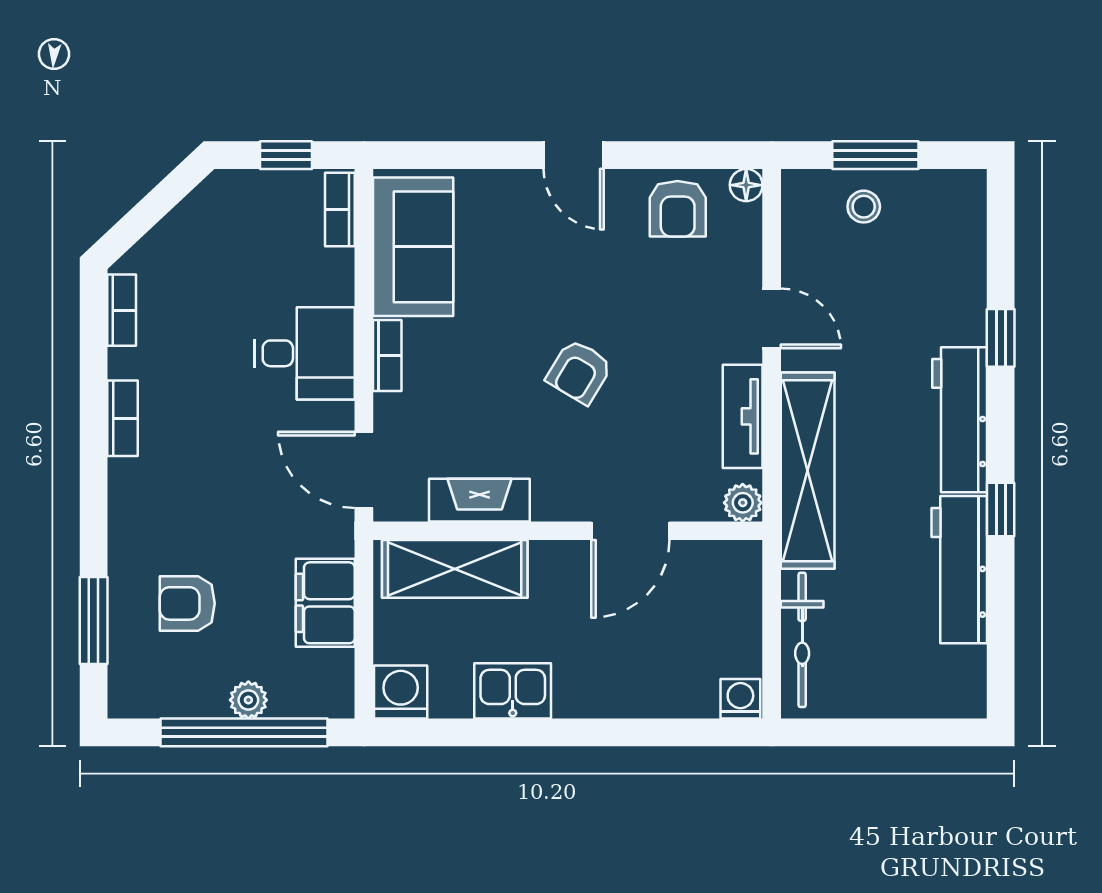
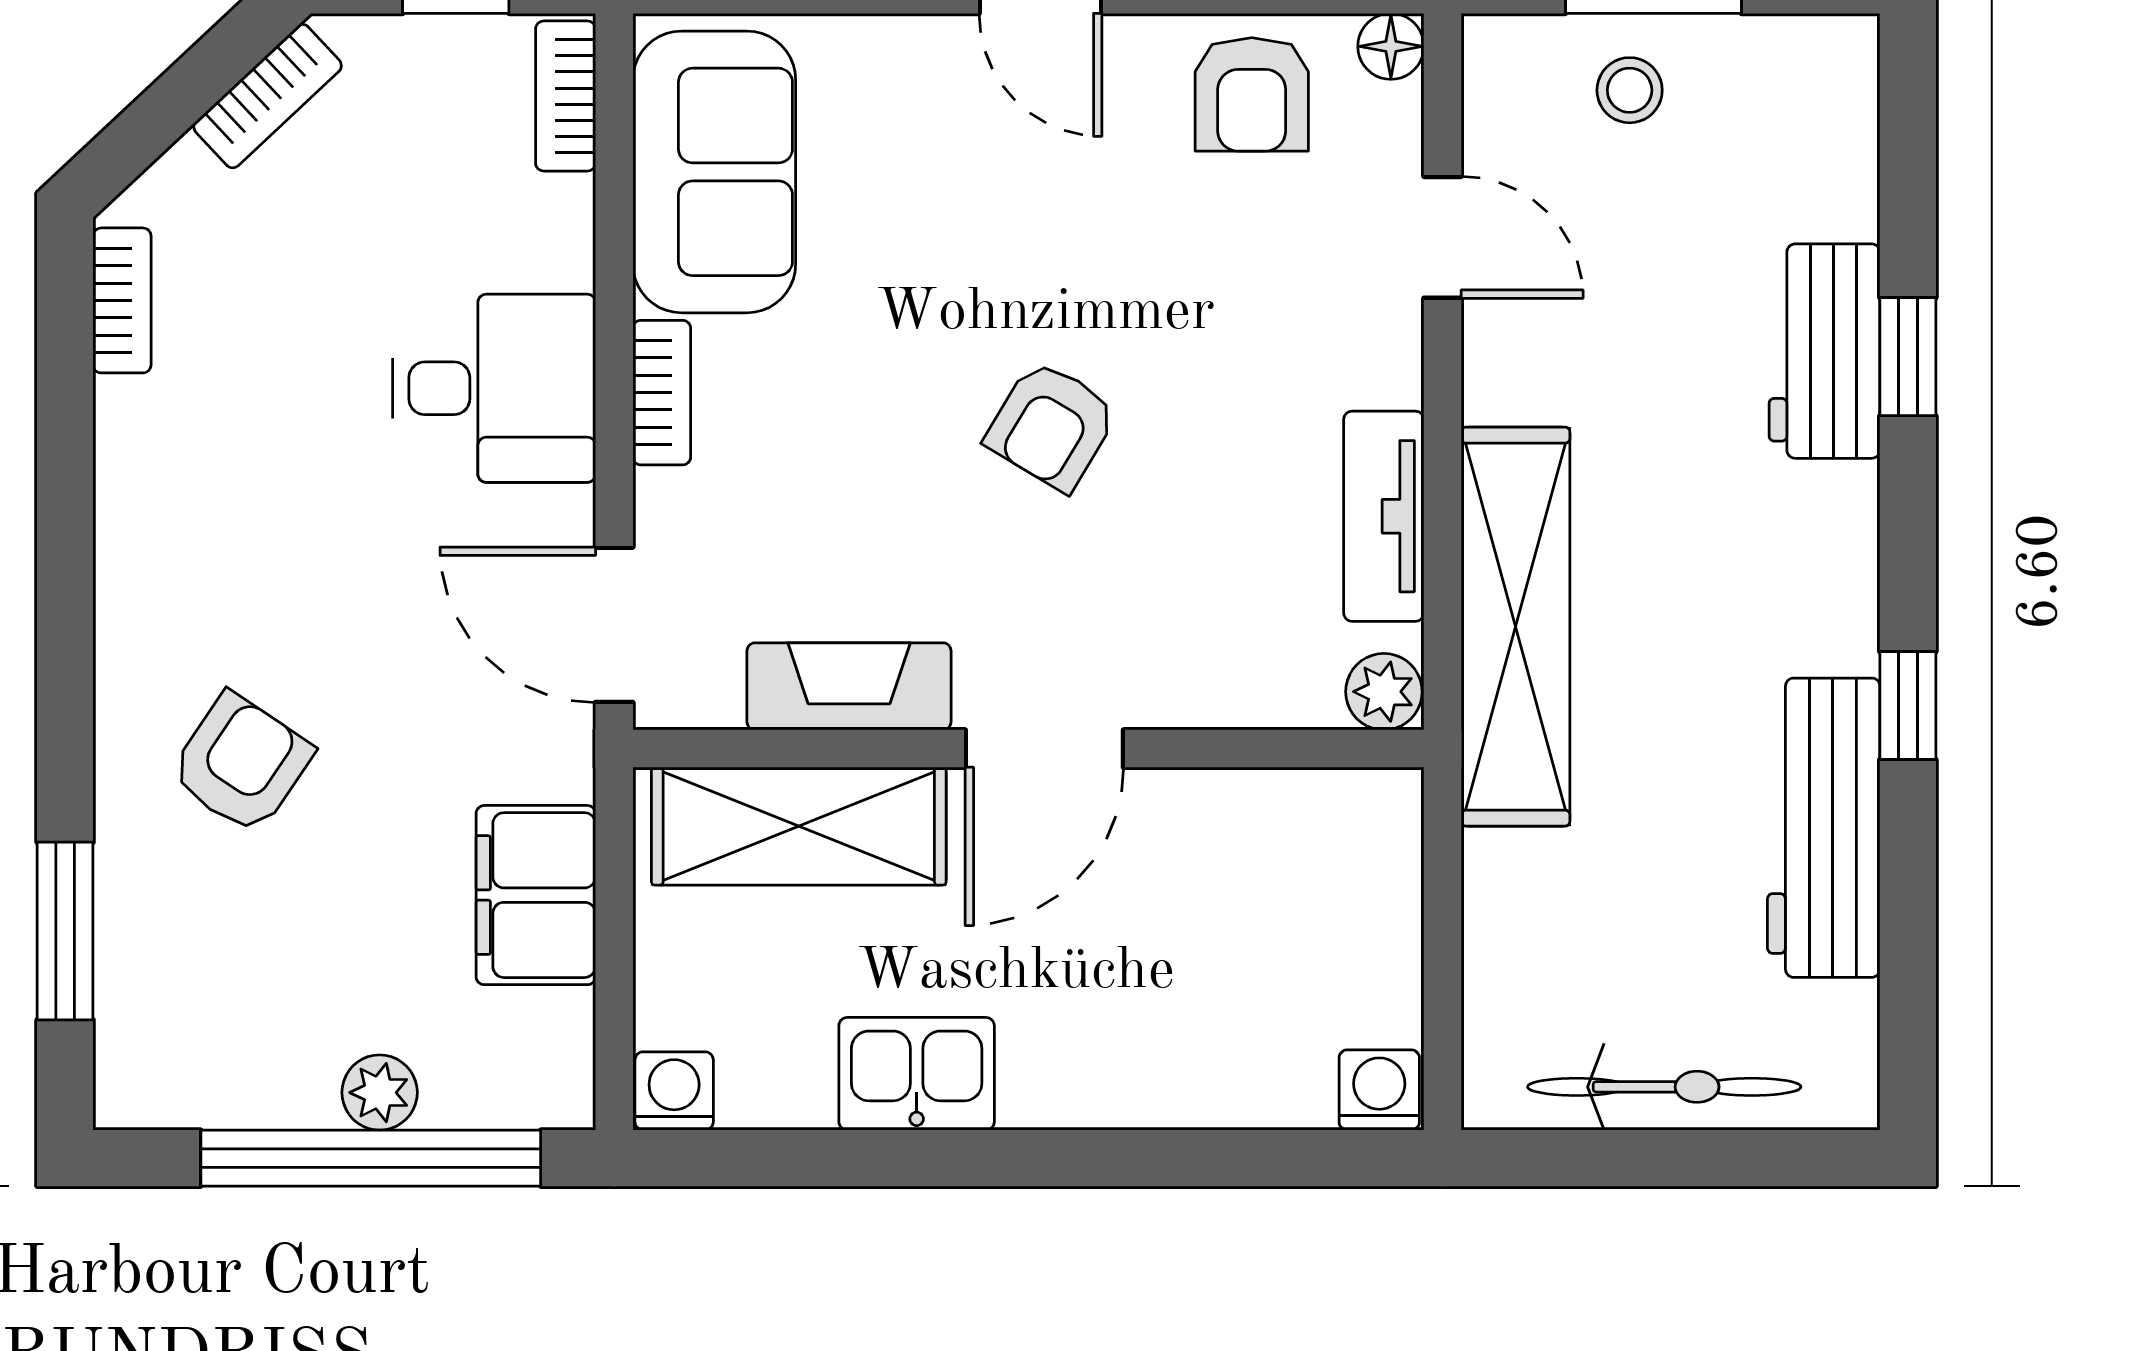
door: (772, 318) -> (1443, 237), moved
bookcase: (122, 418) -> (268, 96), moved, turned 47
workbench: (960, 420) -> (1825, 351), moved, width x0.73
door: (630, 531) -> (1044, 749), moved
armchair: (187, 603) -> (241, 763), moved, turned 124
bicycle: (802, 640) -> (1664, 1087), moved, turned -90
washing machine: (401, 692) -> (674, 1091), width x0.73, depth x0.73

